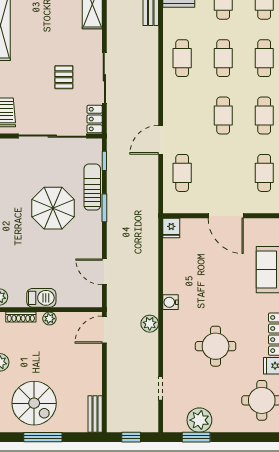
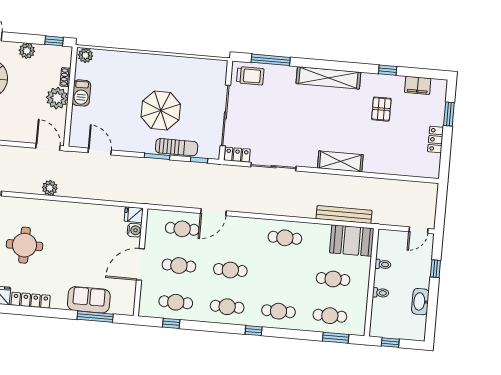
cafe table: (223, 58) -> (179, 266), moved
pallet: (64, 77) -> (277, 130), removed
door: (161, 140) -> (213, 212), swing flipped
door: (104, 272) -> (100, 151), hinge flipped
water cooler: (171, 302) -> (134, 230), moved, turned 90
shoe rack: (21, 317) -> (65, 77), width x0.70
plant: (49, 319) -> (57, 98), width x1.88, depth x1.88

